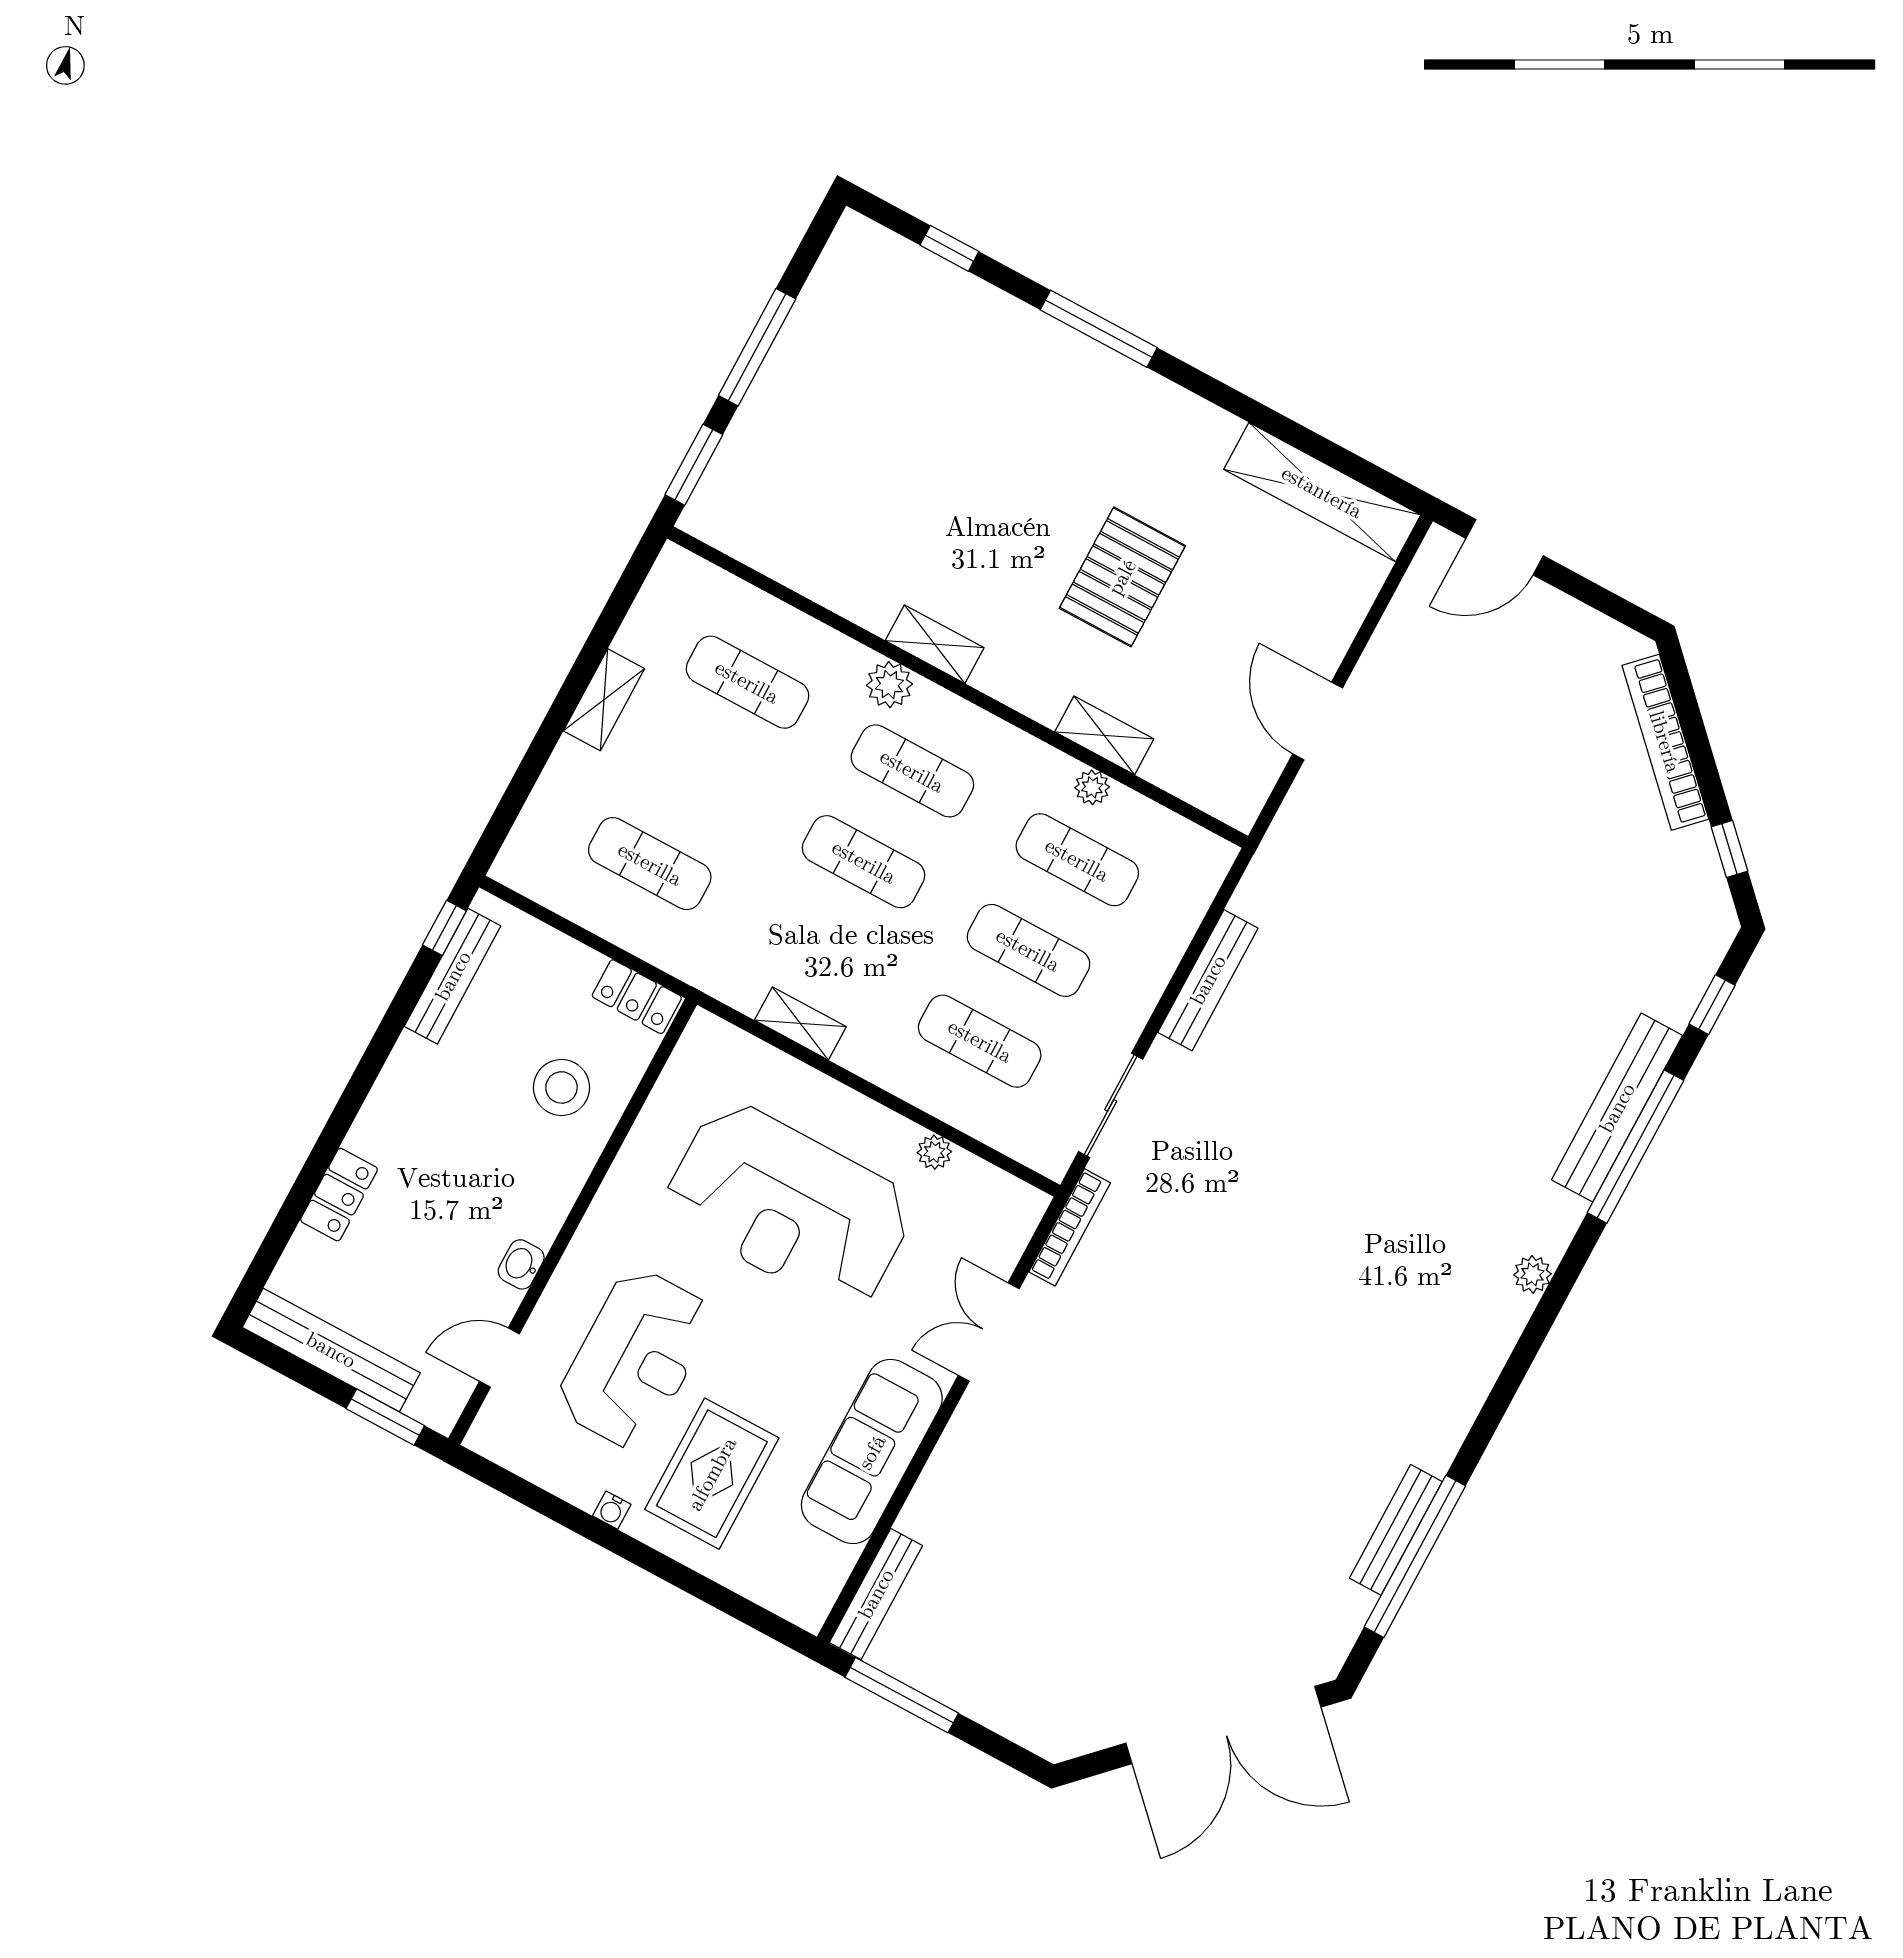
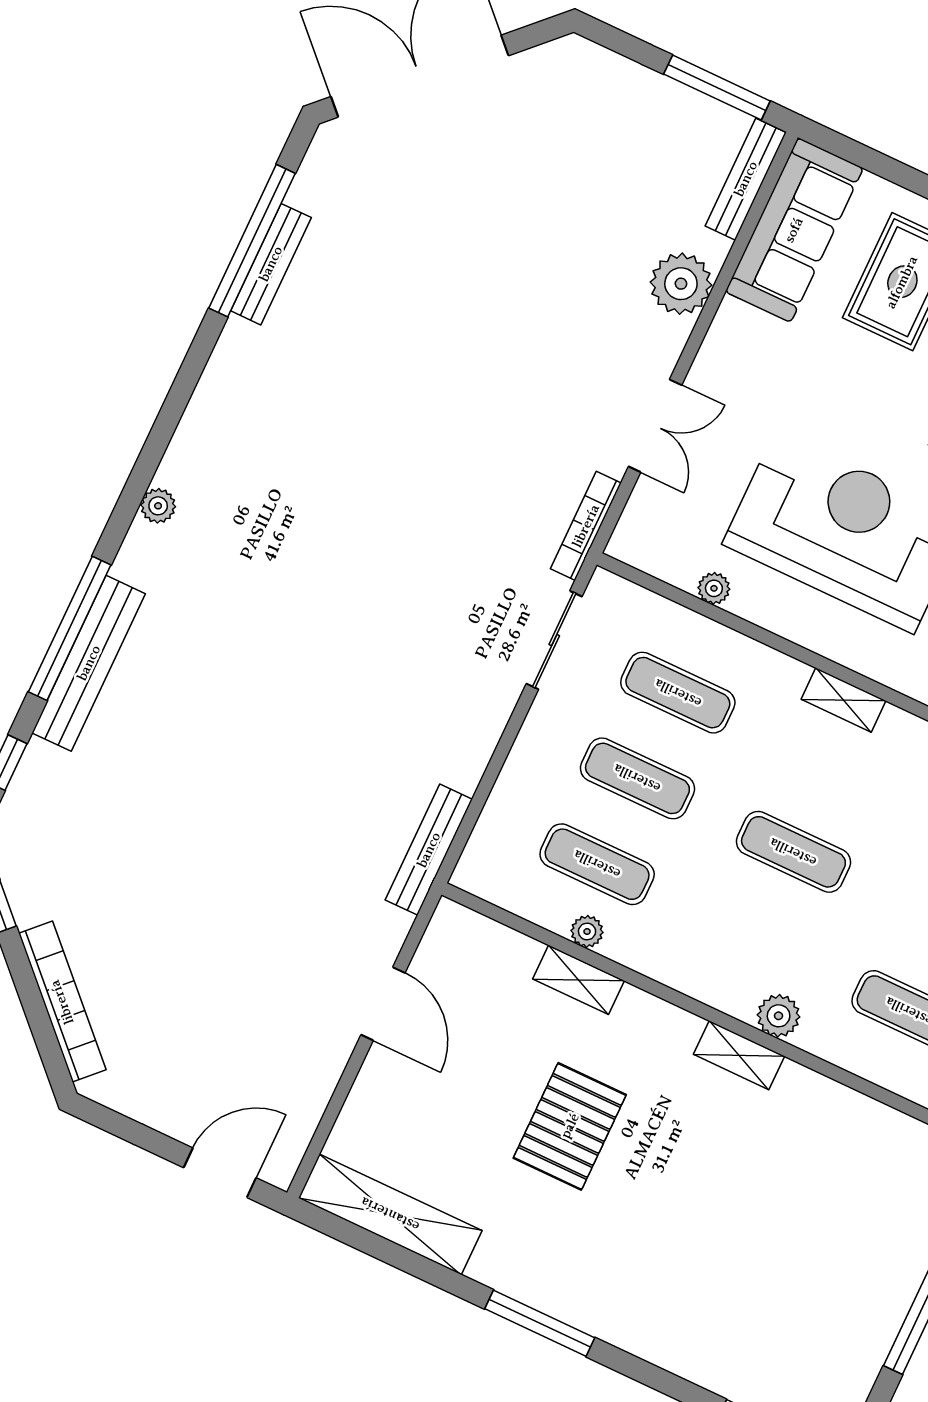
window: (1099, 329) -> (540, 1323), moved
exercise mat: (912, 771) -> (753, 938), removed
bench: (1208, 980) -> (429, 850), moved
sofa: (872, 1452) -> (794, 230), moved
plant: (952, 1485) -> (681, 284), added

